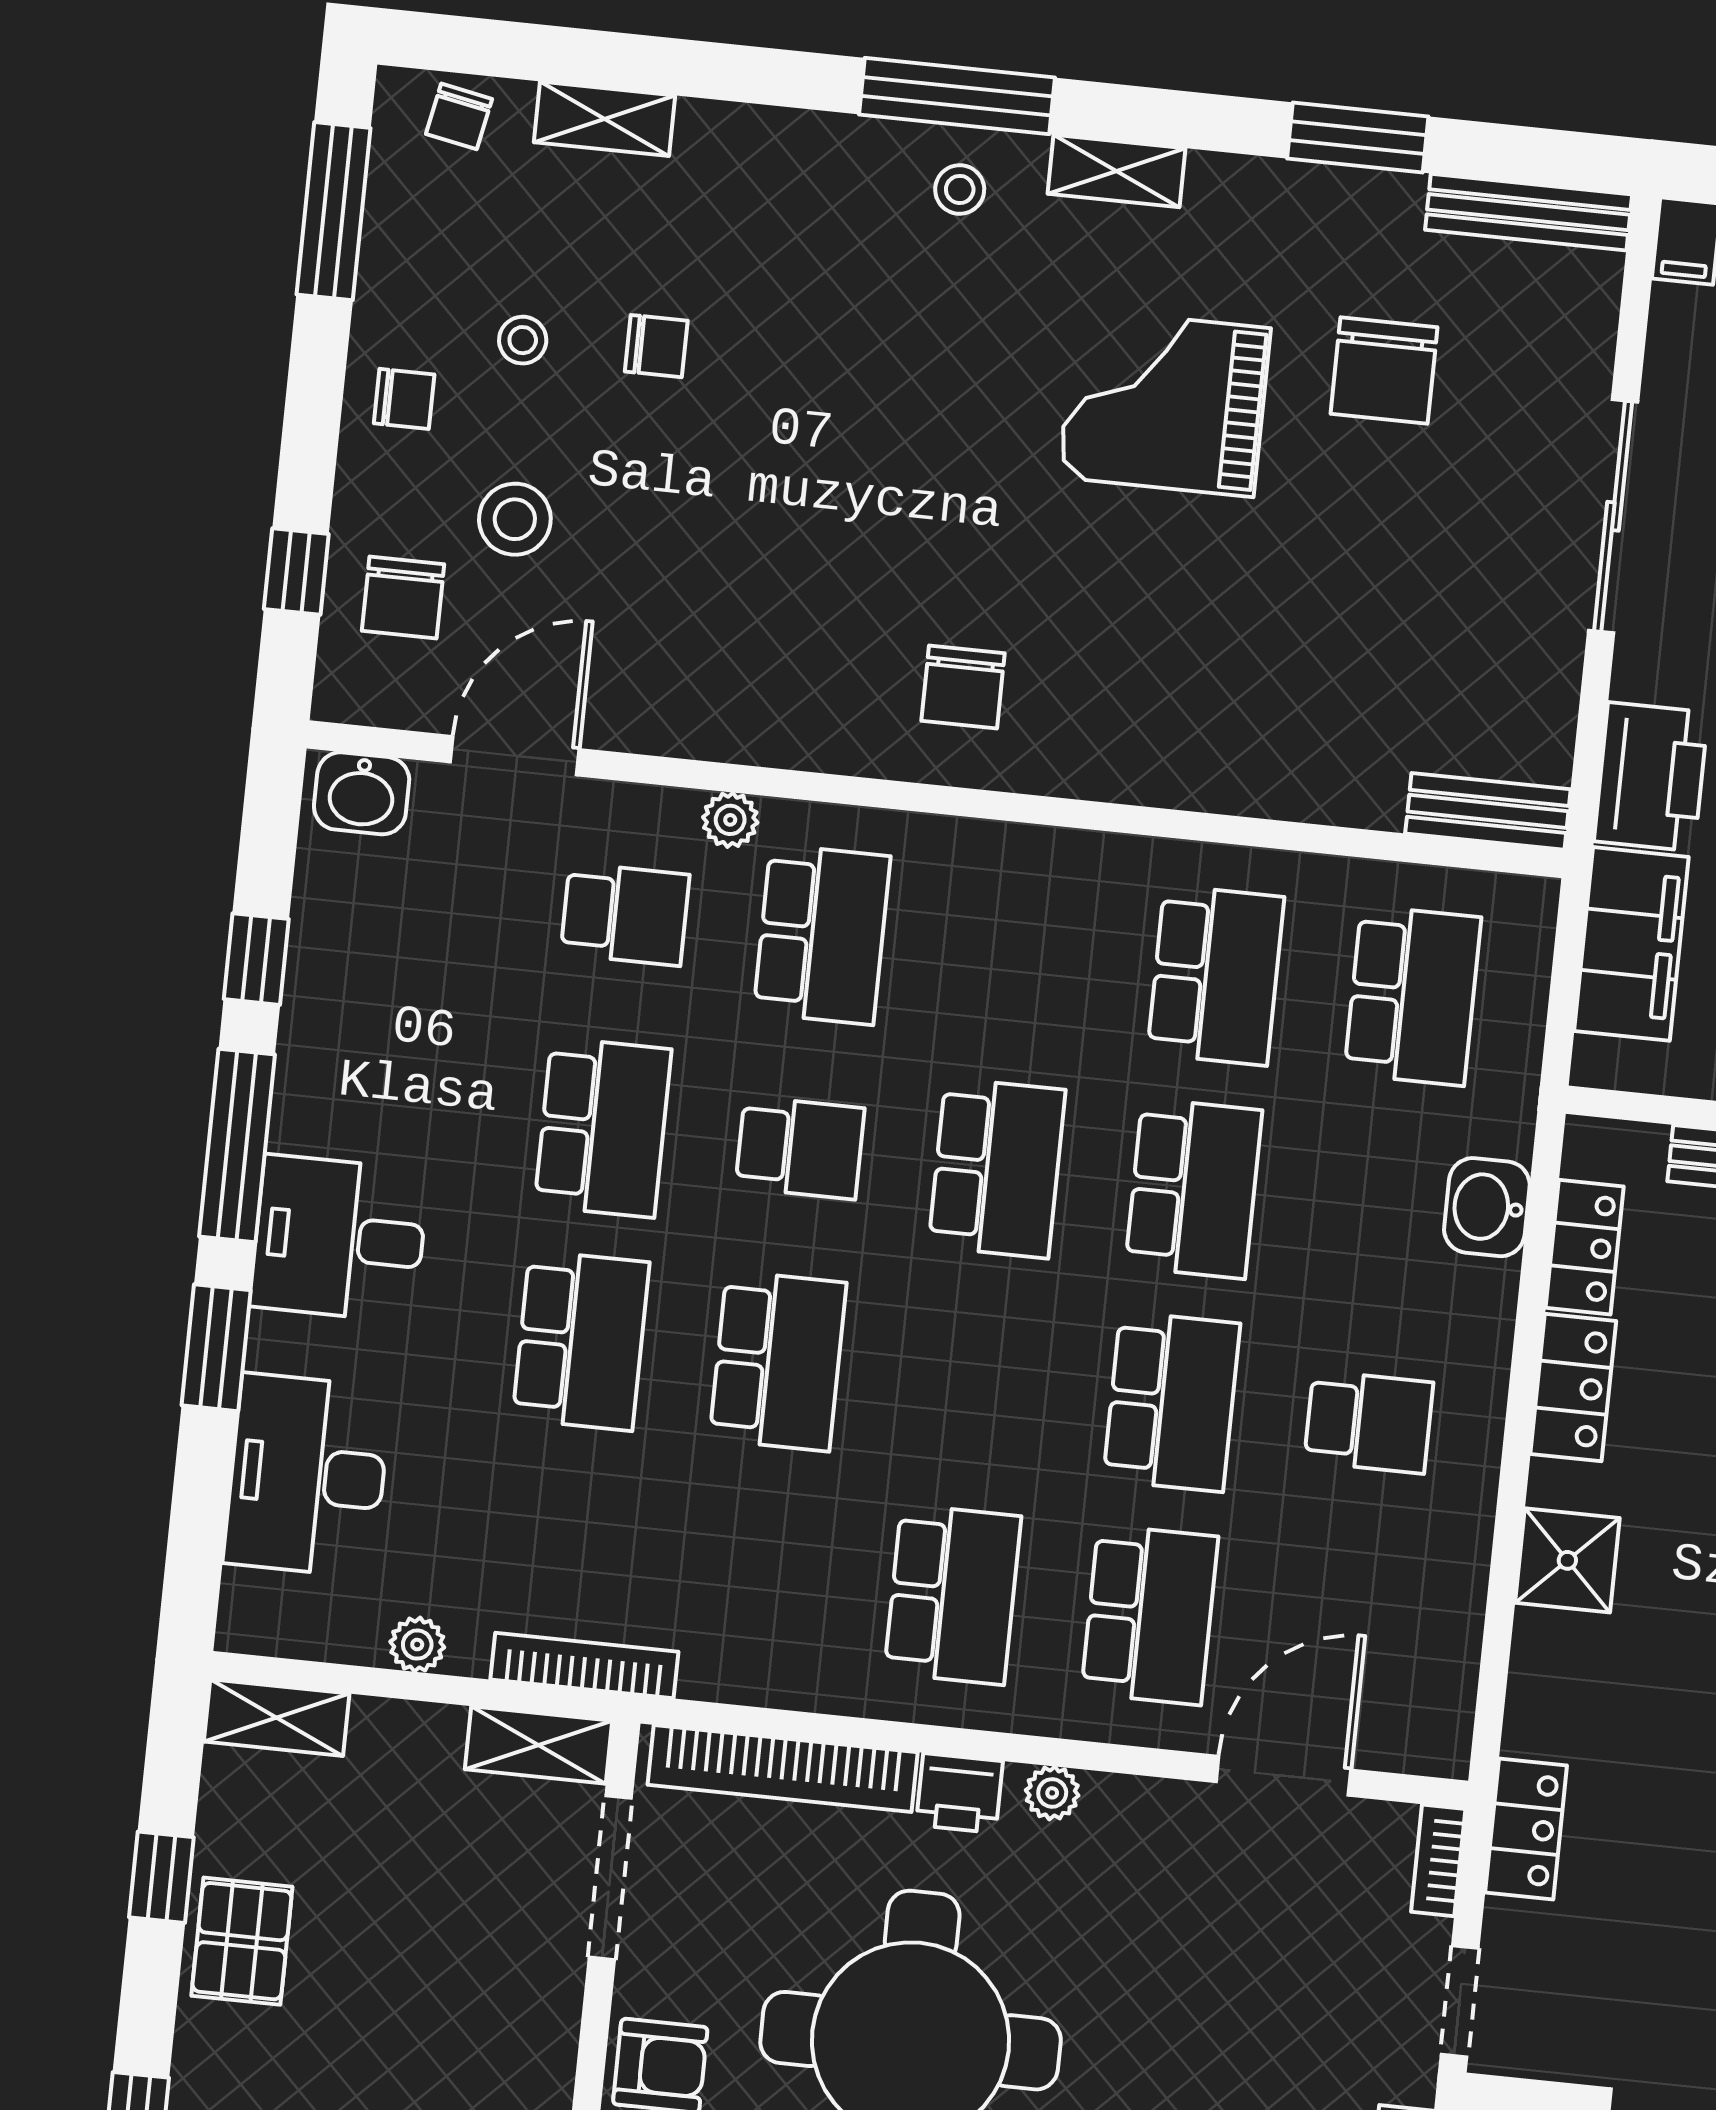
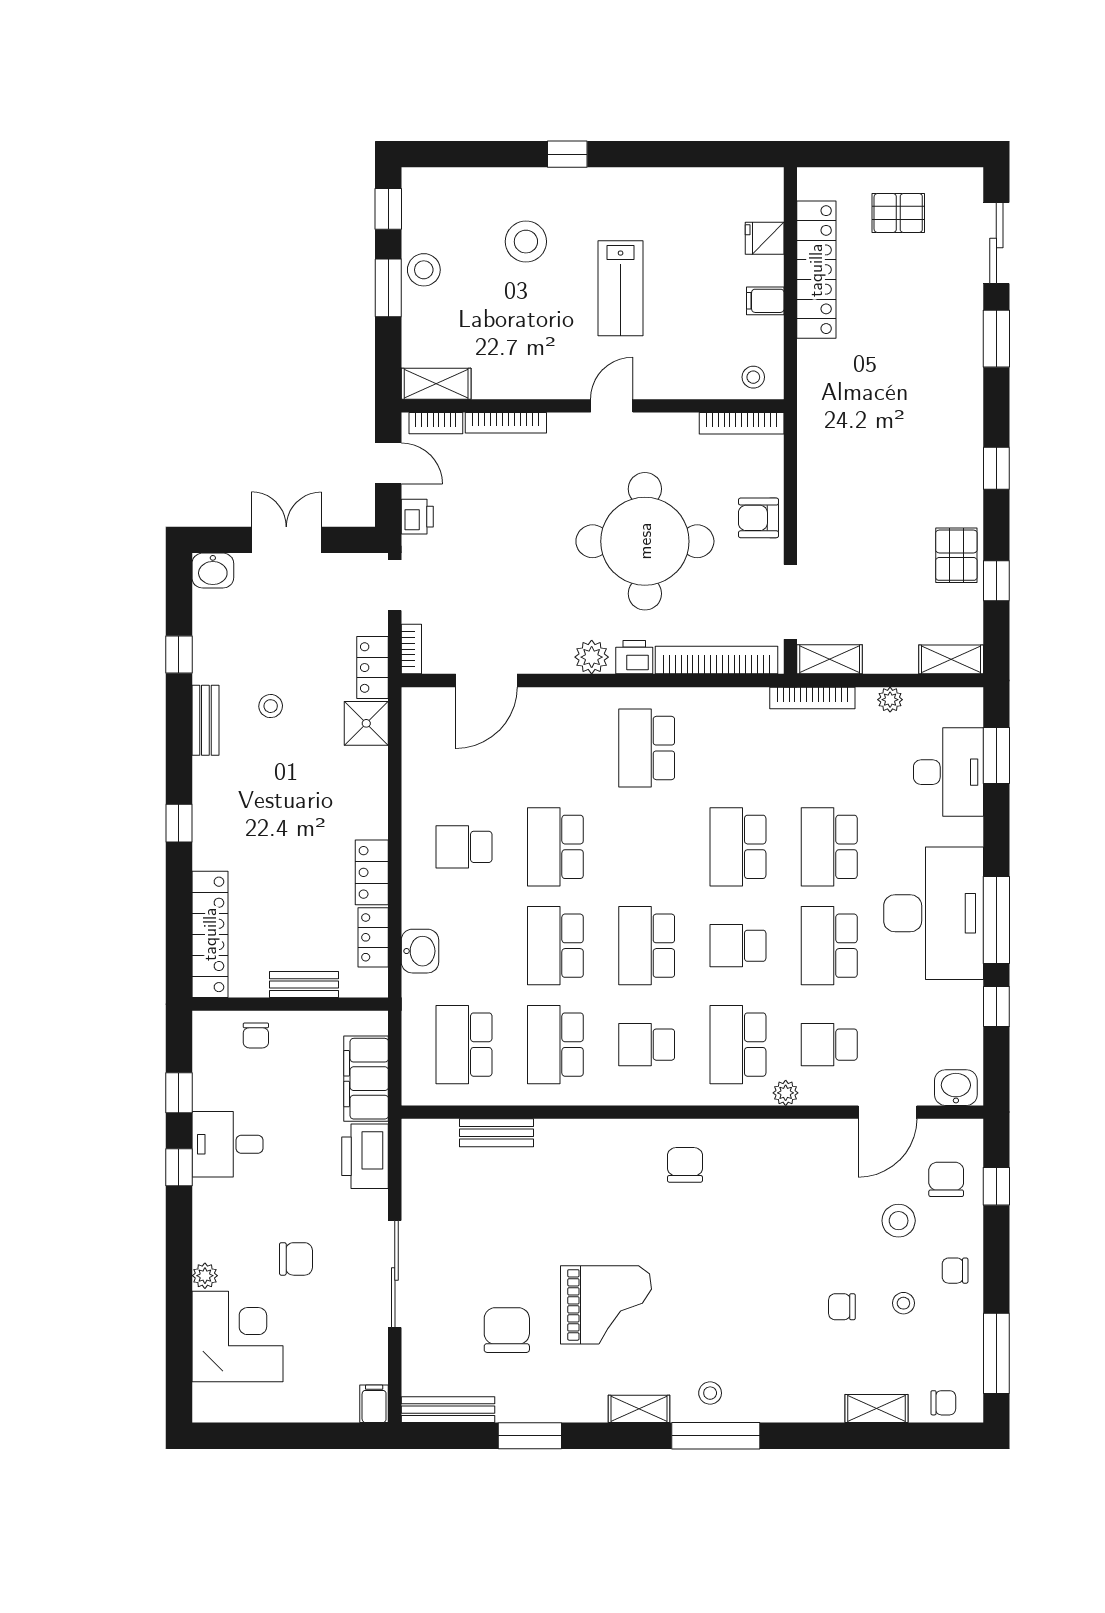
chair: (459, 116) -> (943, 1403), turned 79
bench: (1488, 811) -> (496, 1133), moved
desk: (339, 1238) -> (934, 913), width x1.87, depth x1.30
window: (216, 1348) -> (996, 755), moved
shower: (1567, 1560) -> (366, 723), moved
school desk: (1150, 1615) -> (647, 1045), moved, width x0.54
plant: (1052, 1793) -> (592, 657), width x1.38, depth x1.38

